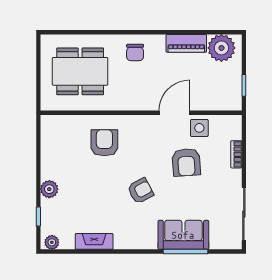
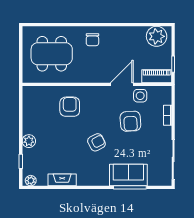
piano: (186, 43) -> (157, 76), moved, turned 180

